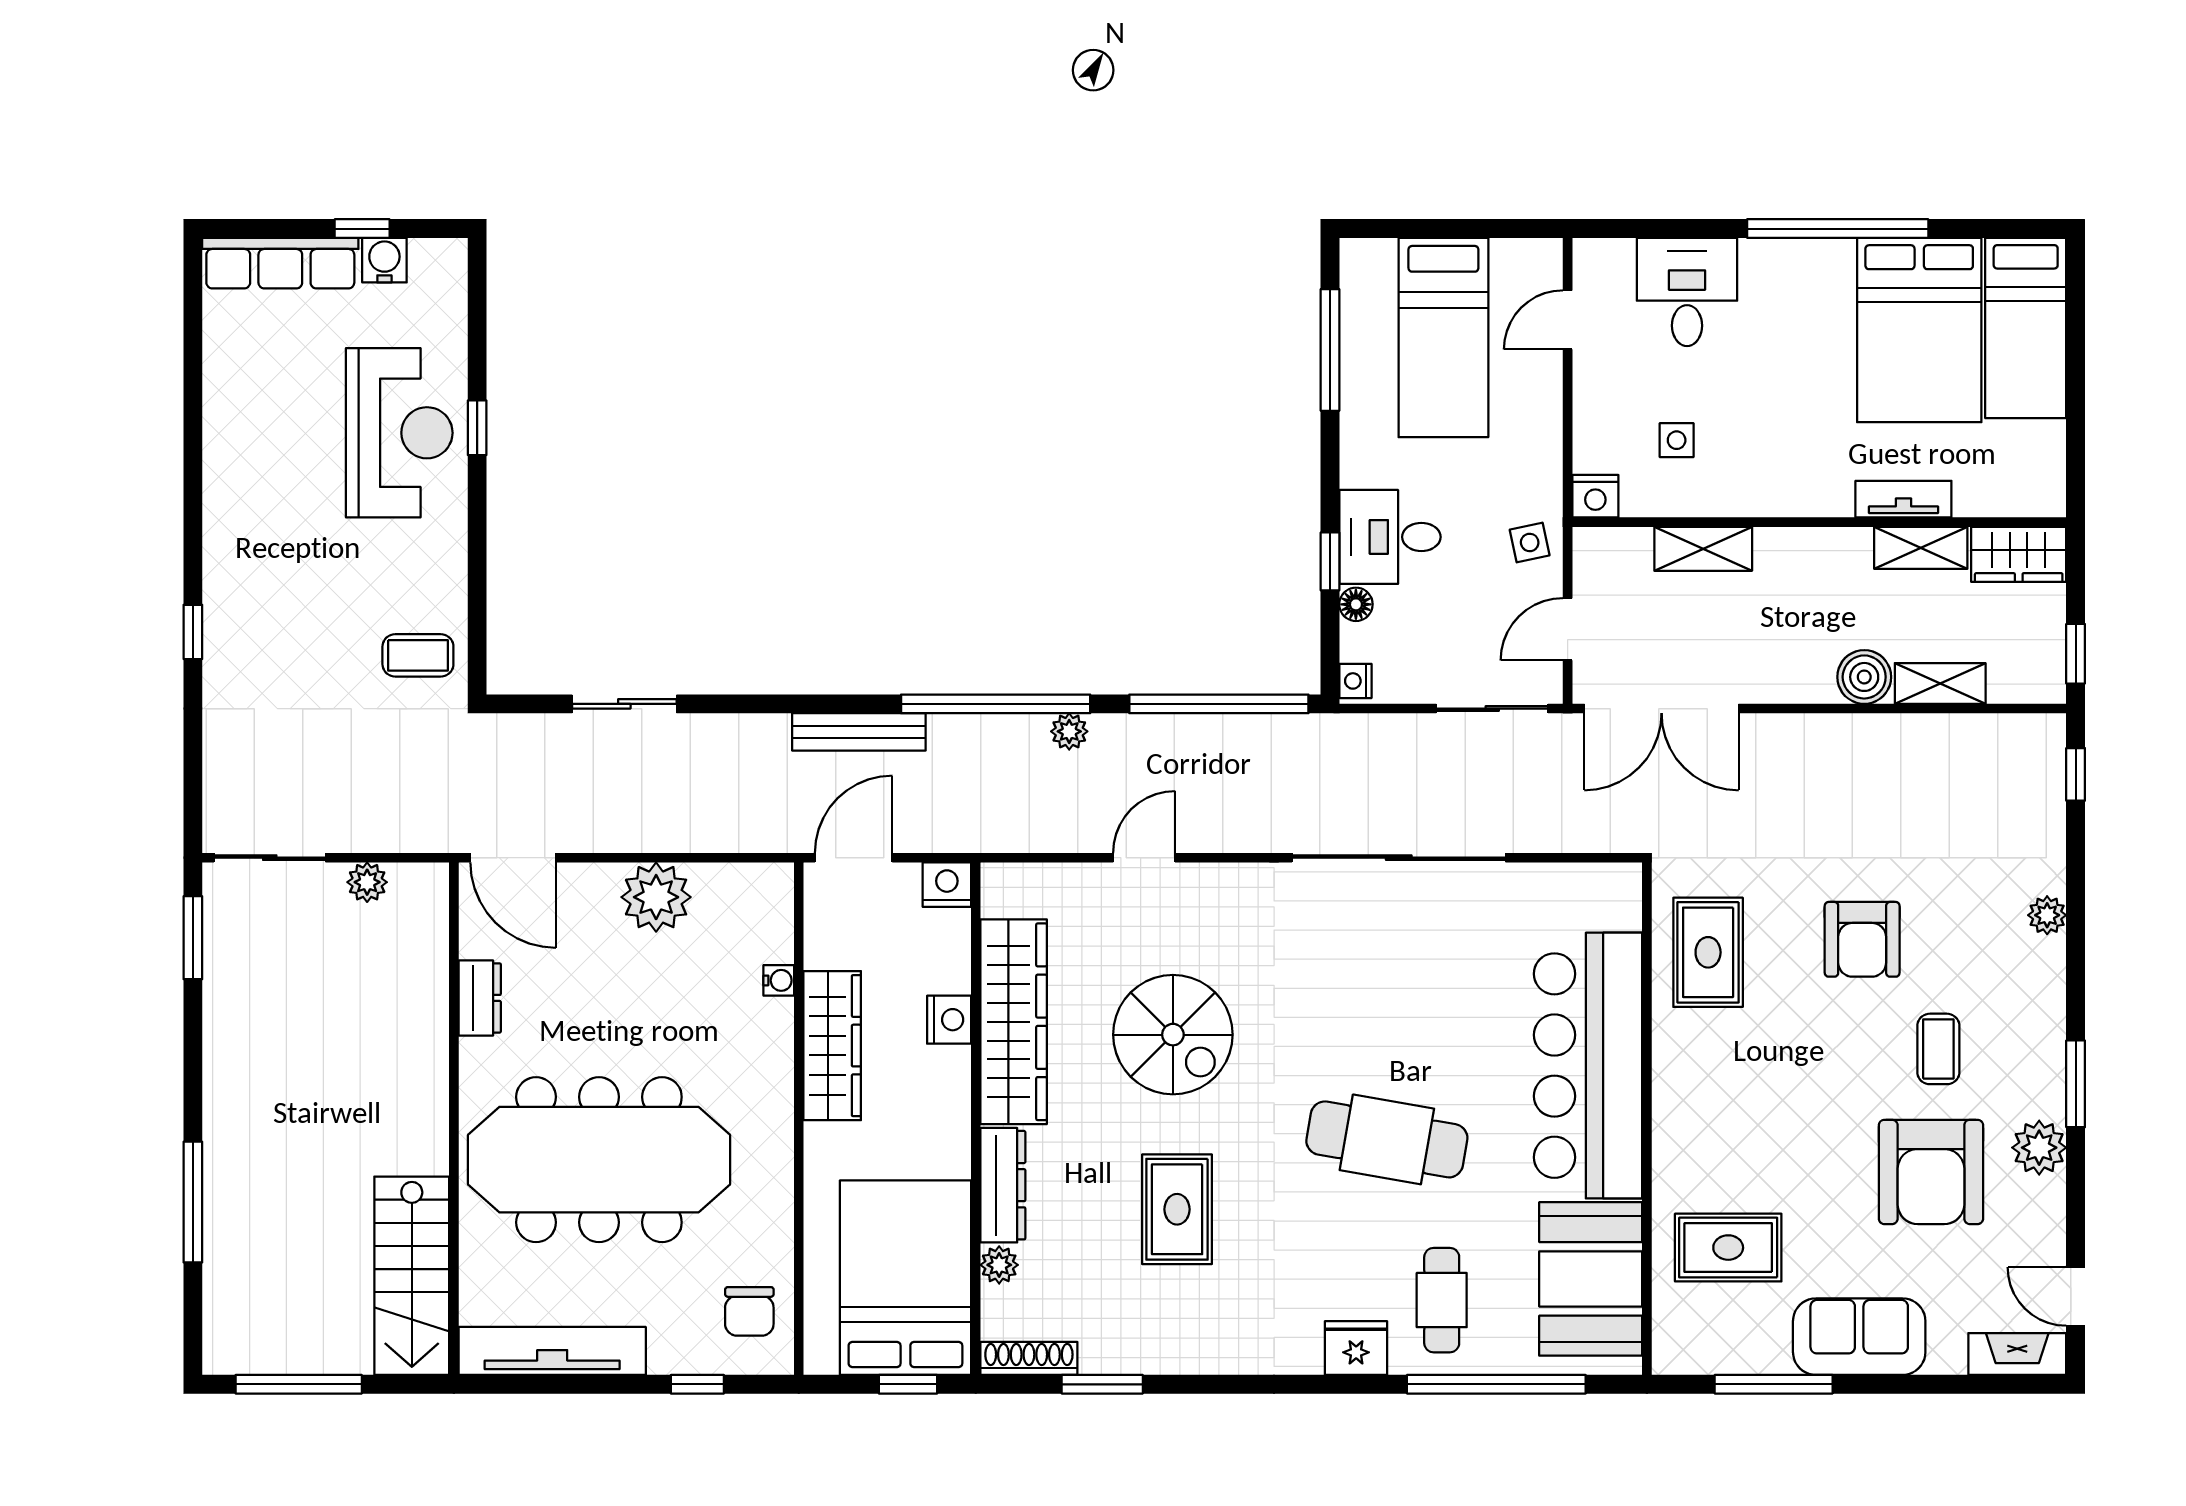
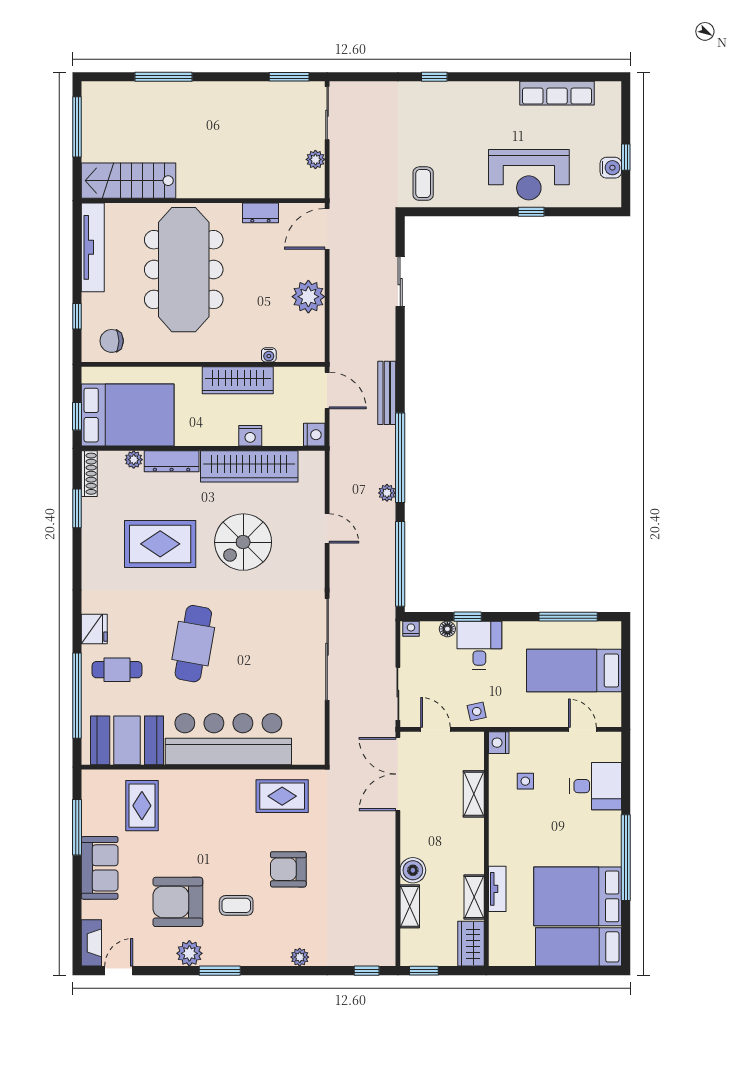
row of seats: (280, 263) -> (557, 93), moved, turned -90
rug: (1177, 1209) -> (160, 544), width x1.36, depth x1.43

